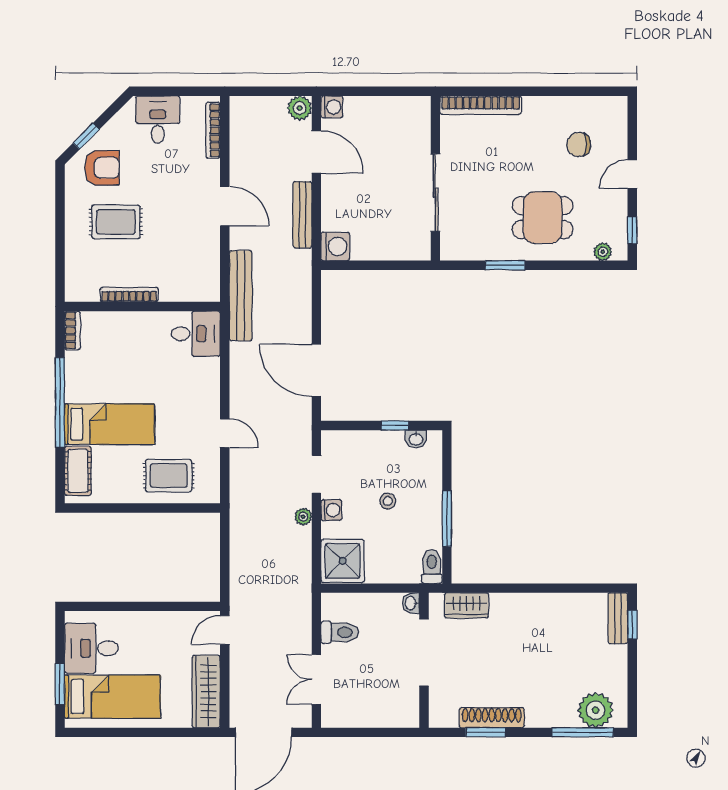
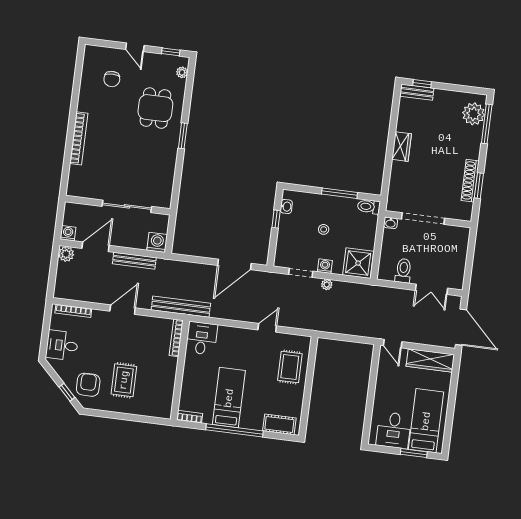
wall: (435, 178) -> (118, 205), moved
sliding door: (435, 193) -> (127, 206), moved
bookcase: (129, 295) -> (176, 338), moved
bed: (110, 424) -> (229, 398), moved
wardrobe: (467, 605) -> (402, 147), moved

